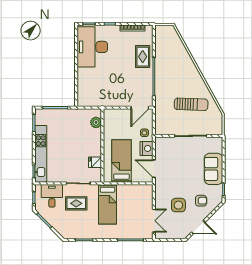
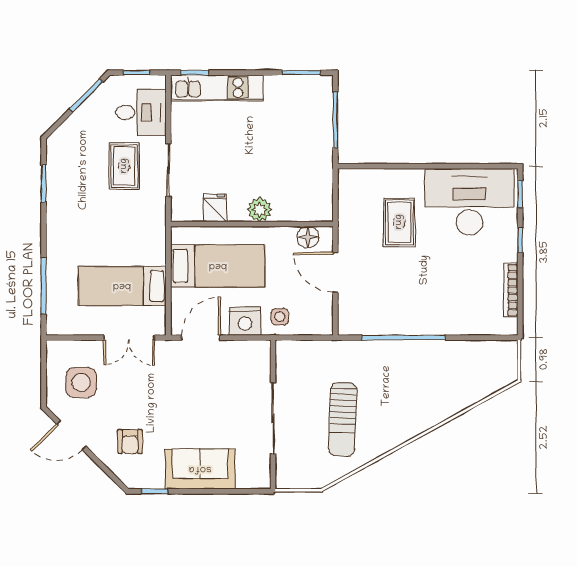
rug: (143, 57) -> (399, 222), moved, turned 90
door: (140, 108) -> (335, 272), moved
floor lamp: (108, 120) -> (308, 237), added
plant: (96, 122) -> (260, 210), moved
kitchen unit: (41, 154) -> (217, 88), width x0.73
bed: (107, 204) -> (122, 286), moved
side table: (178, 205) -> (81, 382), moved
double door: (154, 221) -> (129, 338), moved
door: (198, 227) -> (71, 435), hinge flipped

